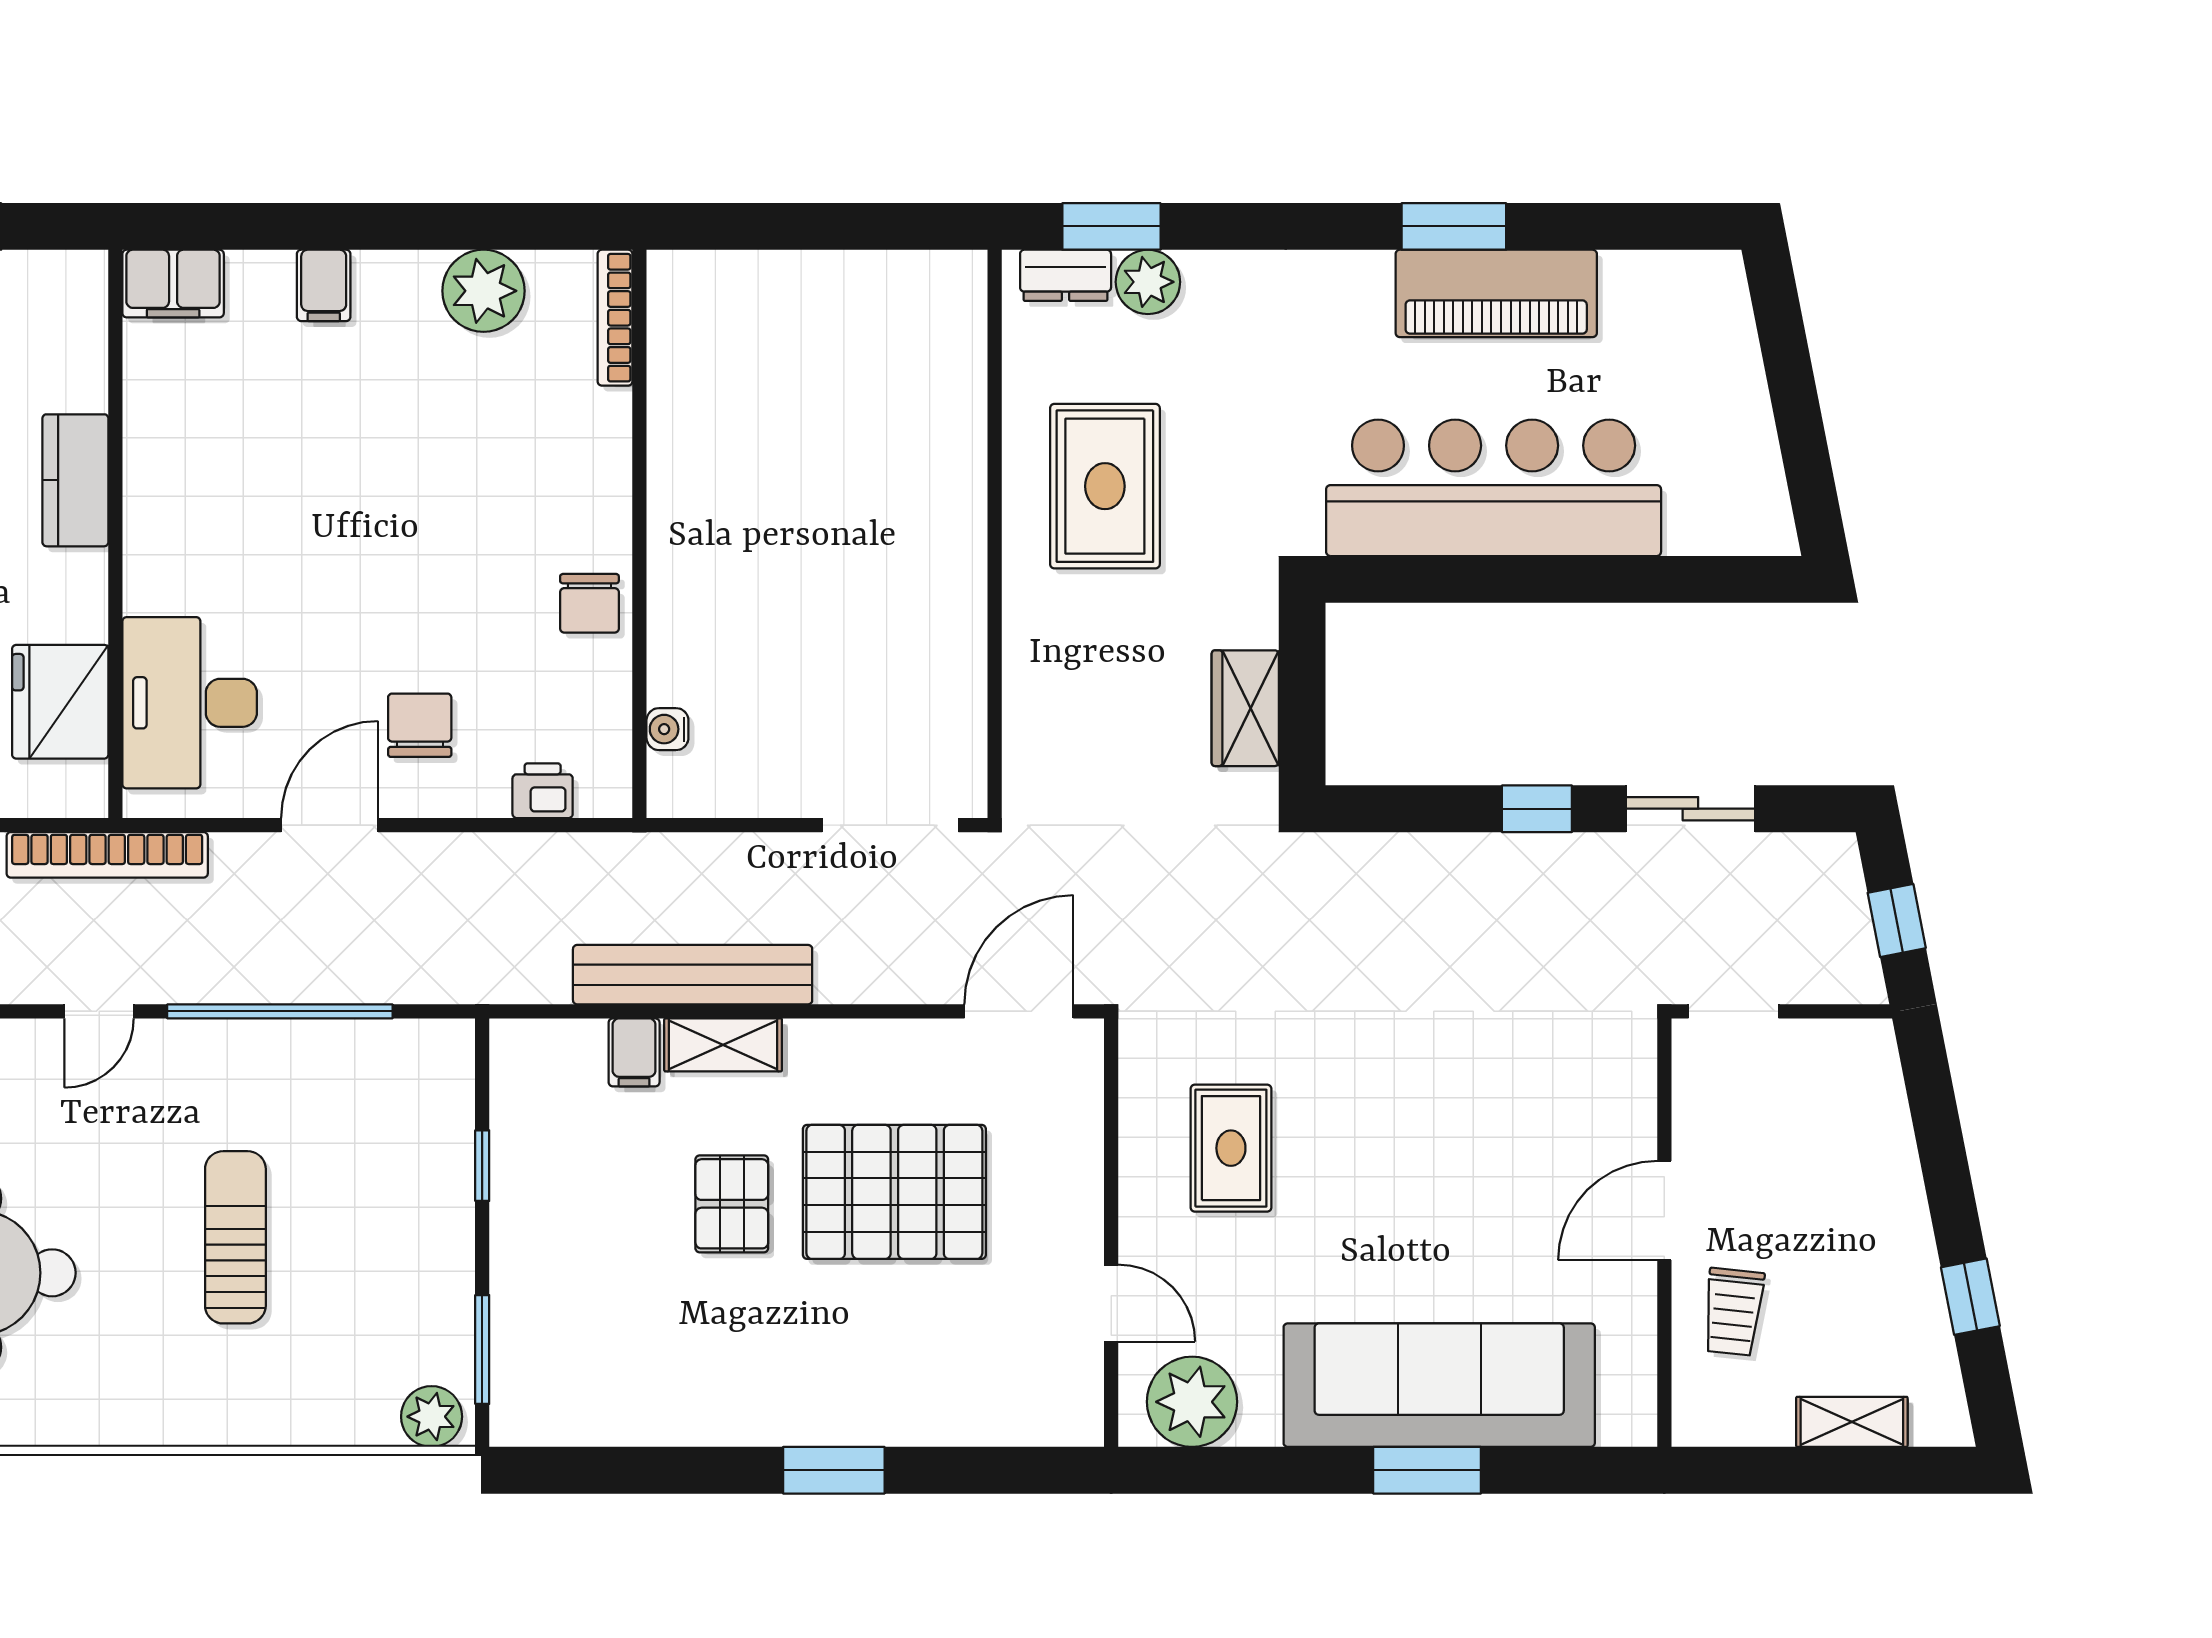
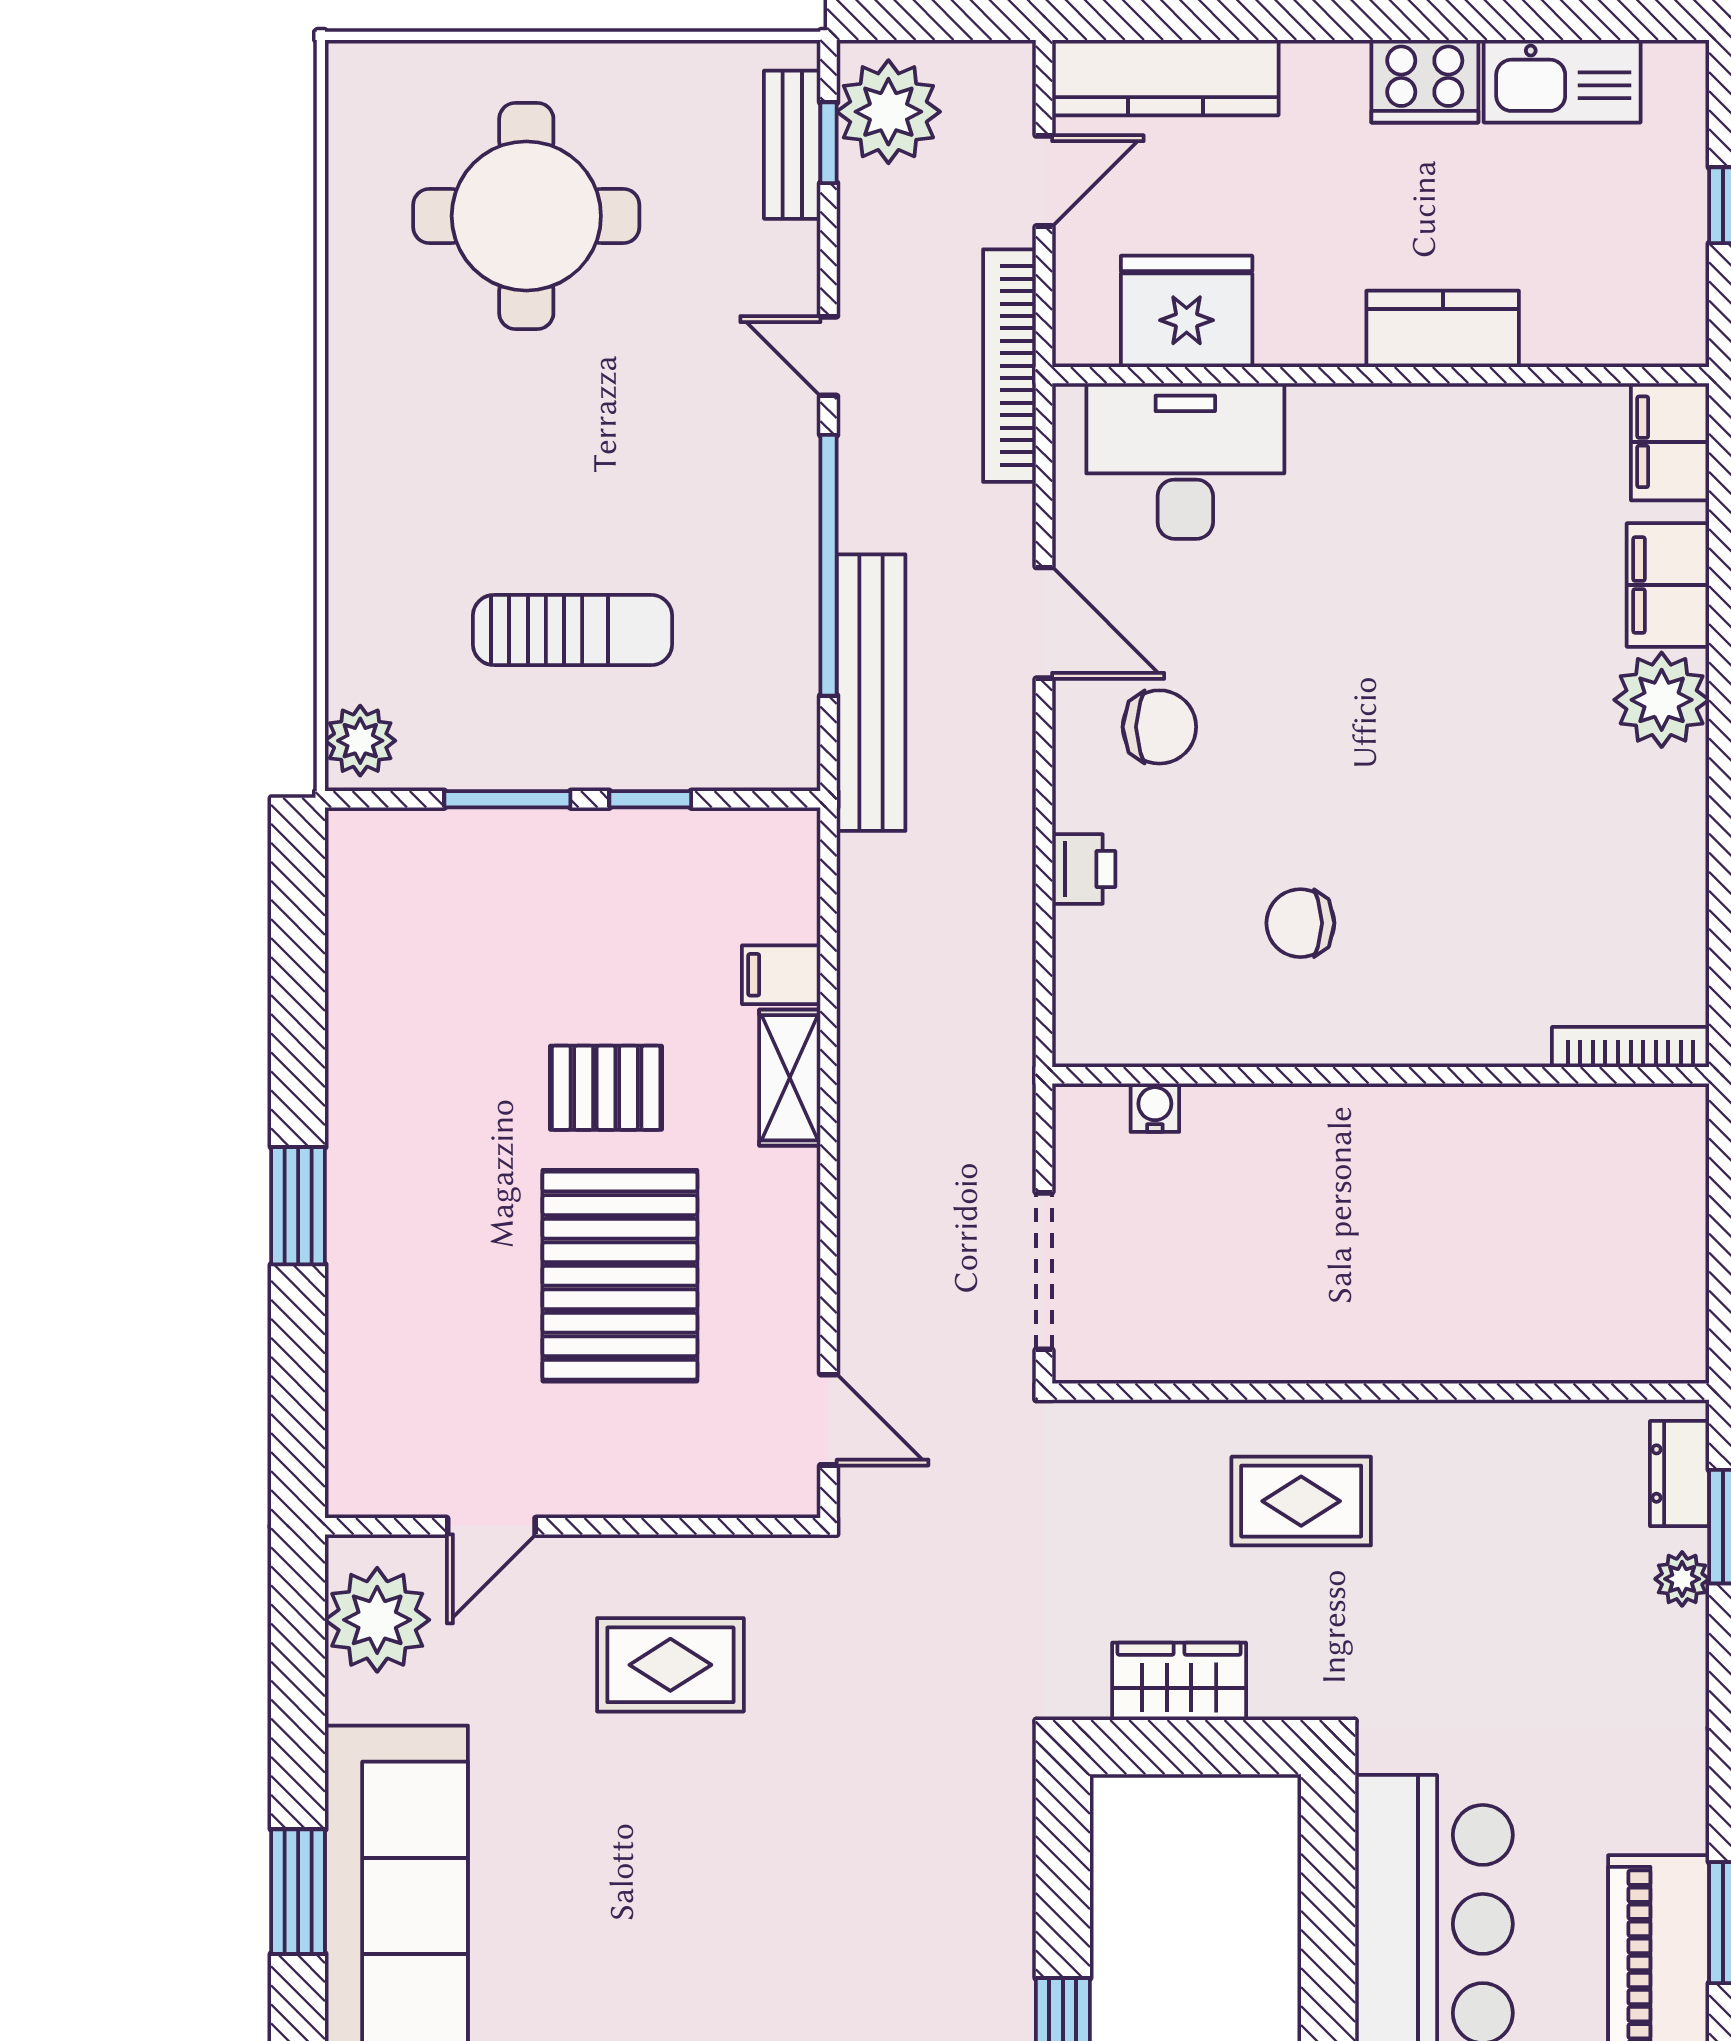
plant: (1148, 282) -> (1682, 1579), width x0.73, depth x0.73
filing cabinet: (324, 285) -> (1668, 585), width x2.00
plant: (484, 291) -> (1662, 700), moved
bookcase: (615, 318) -> (1631, 1047), moved
rug: (1105, 486) -> (1301, 1501), moved, width x0.73, depth x0.70
wall: (639, 534) -> (1381, 1075), moved
water cooler: (667, 729) -> (1155, 1108), moved
bench: (693, 975) -> (871, 693), moved
door: (1019, 1011) -> (829, 1420), width x0.73
sun lounger: (235, 1237) -> (573, 630), moved
window: (482, 1350) -> (507, 799), moved

